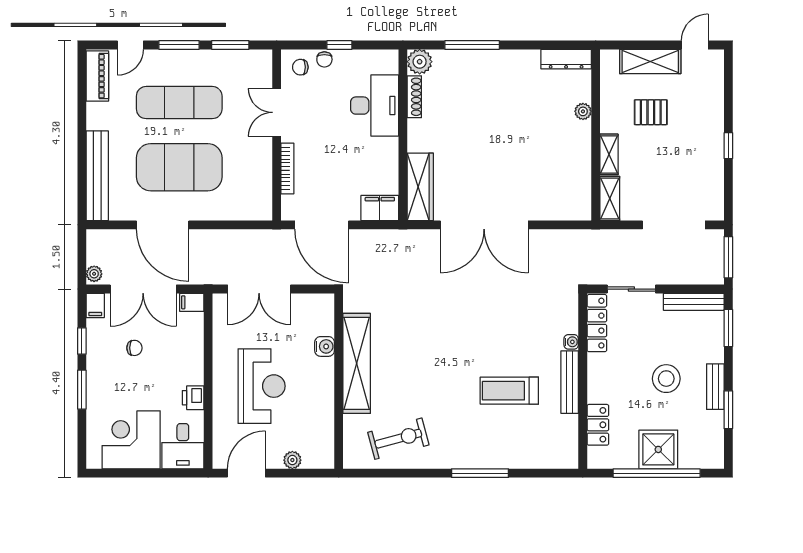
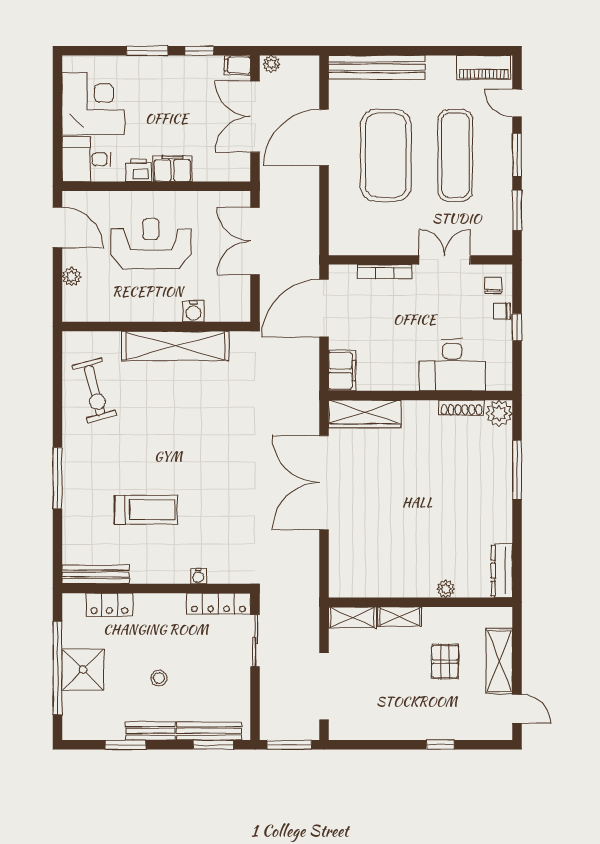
window: (728, 146) -> (440, 745), moved
filing cabinet: (192, 302) -> (172, 169), moved, width x2.00
bench: (694, 302) -> (209, 731), moved, turned 90
chair: (134, 348) -> (192, 107), removed
stool: (666, 379) -> (159, 678), width x0.53, depth x0.53
bench: (570, 382) -> (96, 574), moved
reception desk: (262, 386) -> (151, 244), turned 180
treadmill: (509, 391) -> (146, 510), turned 90

